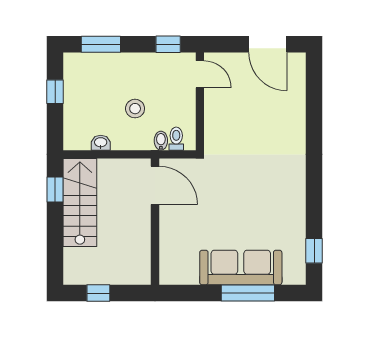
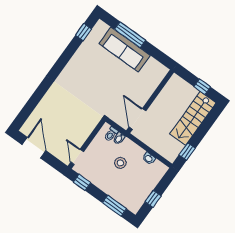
stairs: (80, 203) -> (193, 118), moved

